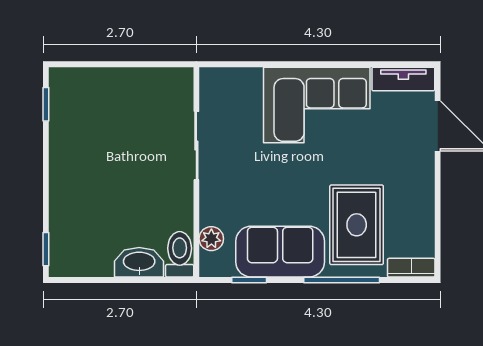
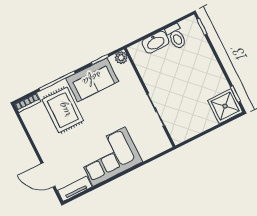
shower: (74, 92) -> (225, 106), added
plant: (211, 239) -> (121, 58), moved
toilet: (180, 254) -> (176, 36), moved

